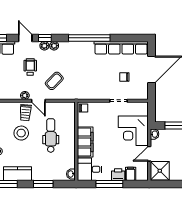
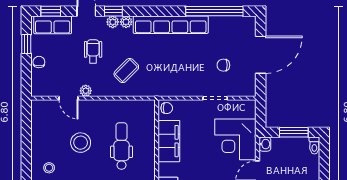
window: (89, 38) -> (214, 11), moved
row of seats: (121, 48) -> (171, 25), moved
door: (38, 101) -> (69, 98), moved
trolley: (25, 113) -> (86, 114), removed
filing cabinet: (85, 142) -> (169, 141), moved

